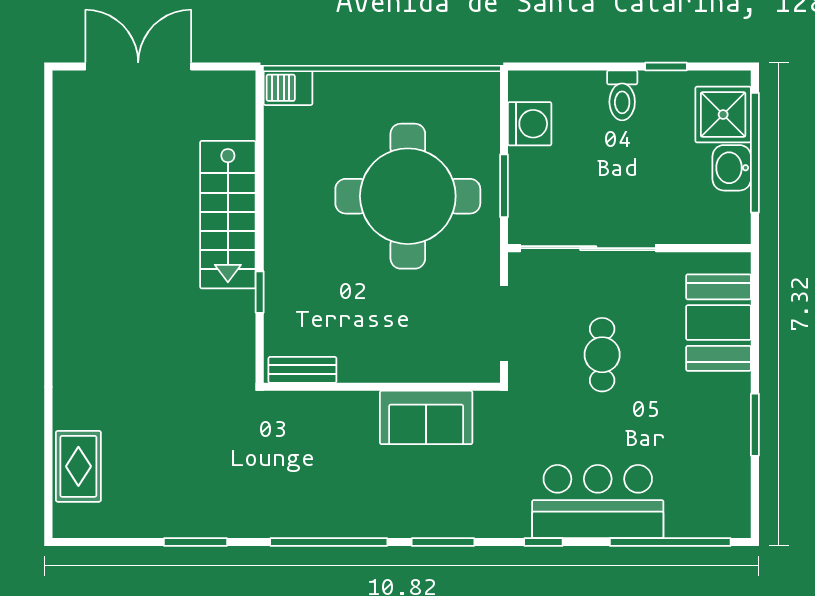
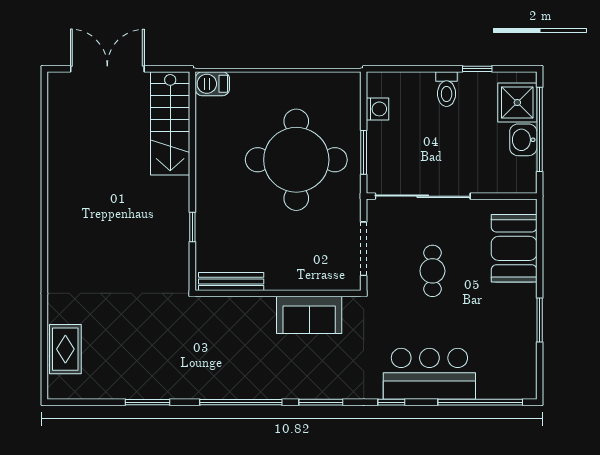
washing machine: (530, 124) -> (378, 109), width x0.73, depth x0.73
stairs: (228, 215) -> (170, 123), moved
bench: (302, 370) -> (231, 281), width x1.36

